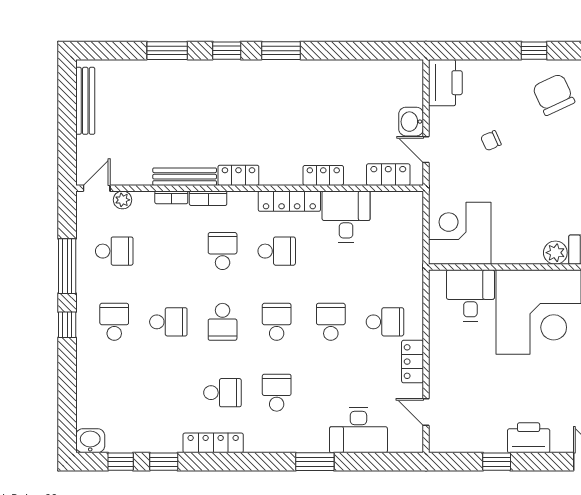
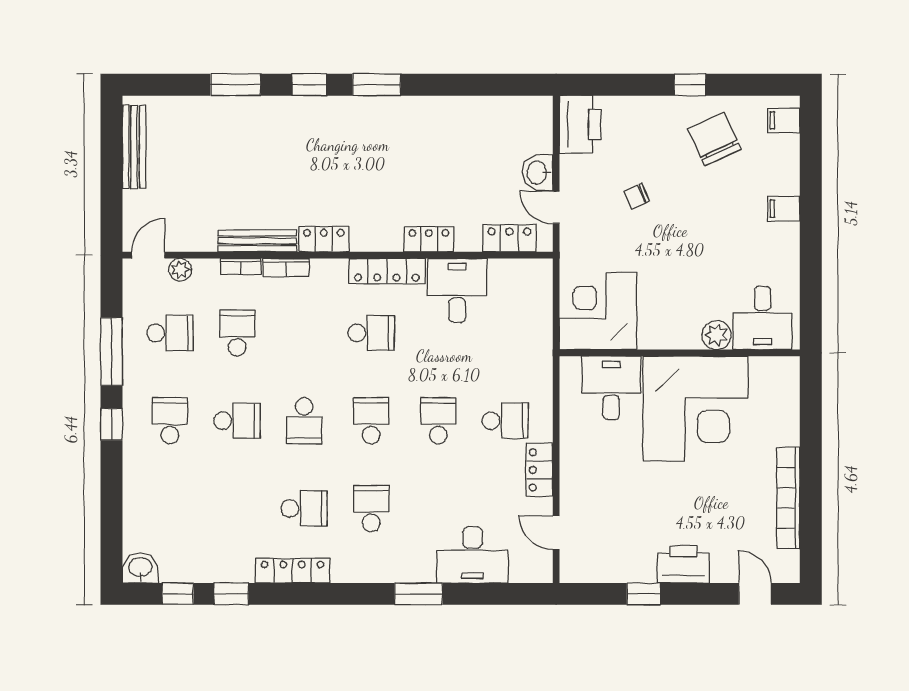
school desk: (223, 251) -> (237, 333), moved

